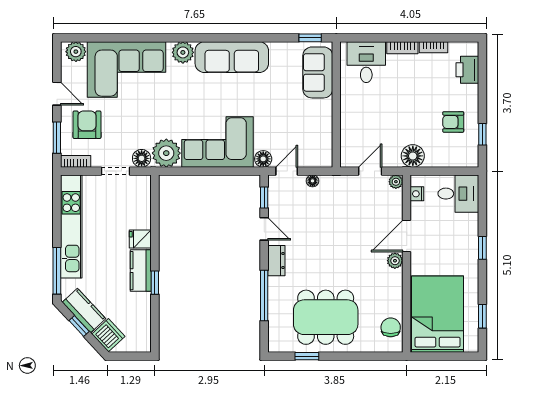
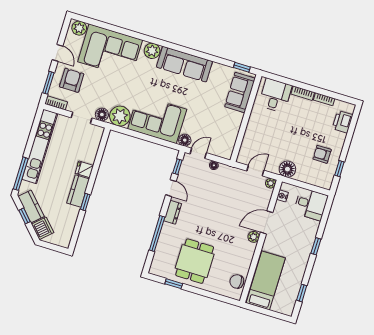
bed: (438, 314) -> (266, 280), width x0.67
dining table: (326, 317) -> (195, 261), width x0.73
chair: (391, 327) -> (237, 281), turned -90

